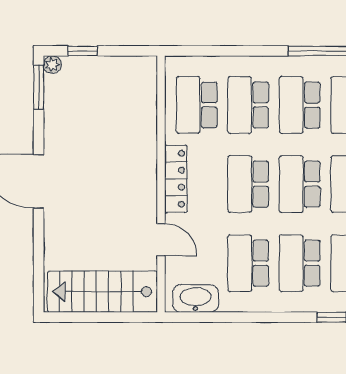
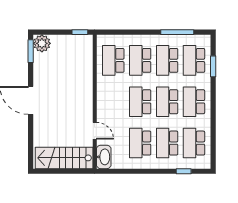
window: (82, 51) -> (80, 32), moved
plant: (52, 65) -> (42, 43), width x1.88, depth x1.88
locker: (176, 179) -> (102, 99), removed
washbasin: (196, 299) -> (104, 157), moved, turned 90

